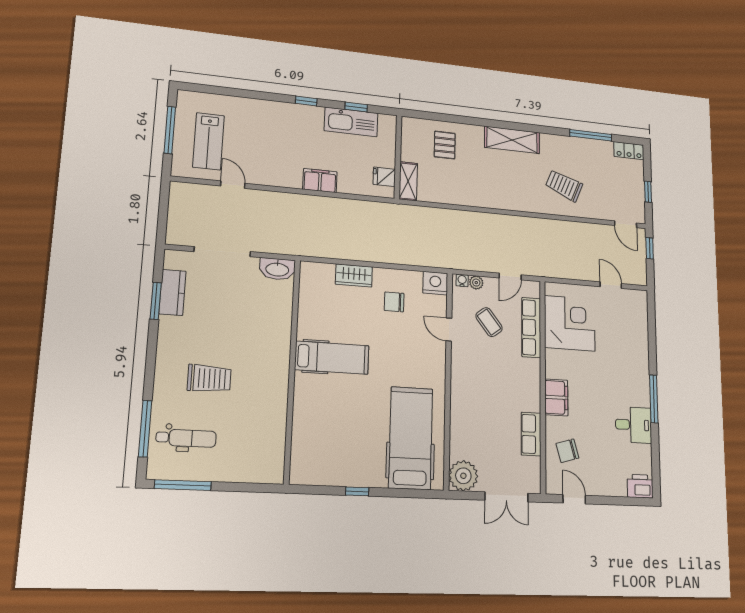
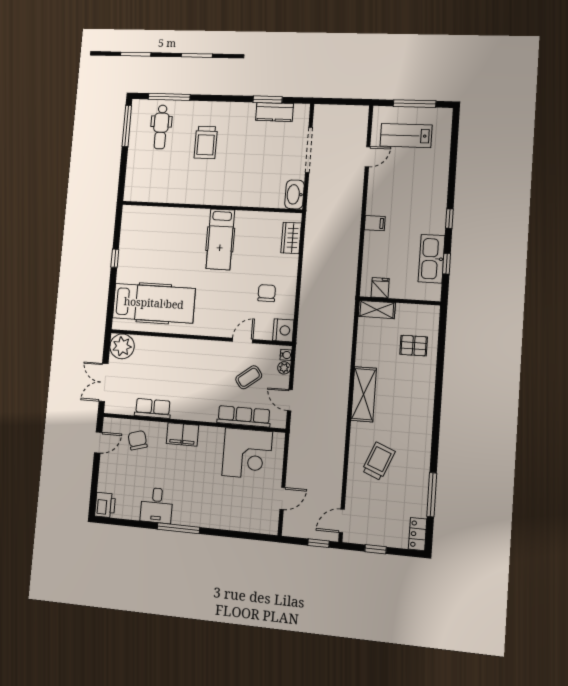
shelving: (512, 140) -> (364, 394), moved
filing cabinet: (320, 181) -> (375, 223), width x0.50
wardrobe: (354, 276) -> (291, 238), moved

